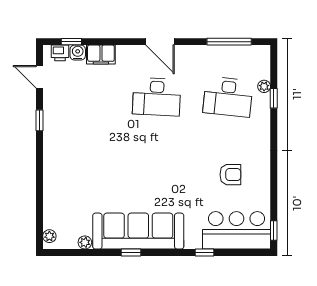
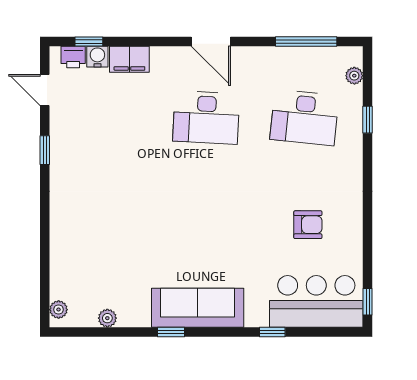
plant: (264, 86) -> (354, 76), moved
sofa: (138, 231) -> (198, 308), width x0.74, depth x0.79

